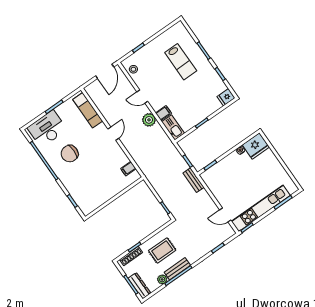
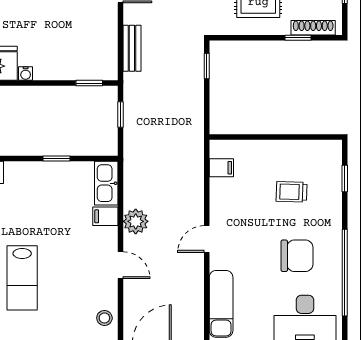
lab bench: (181, 62) -> (22, 278), turned 180
trolley: (91, 179) -> (292, 192), added
bench: (194, 180) -> (132, 48), moved

